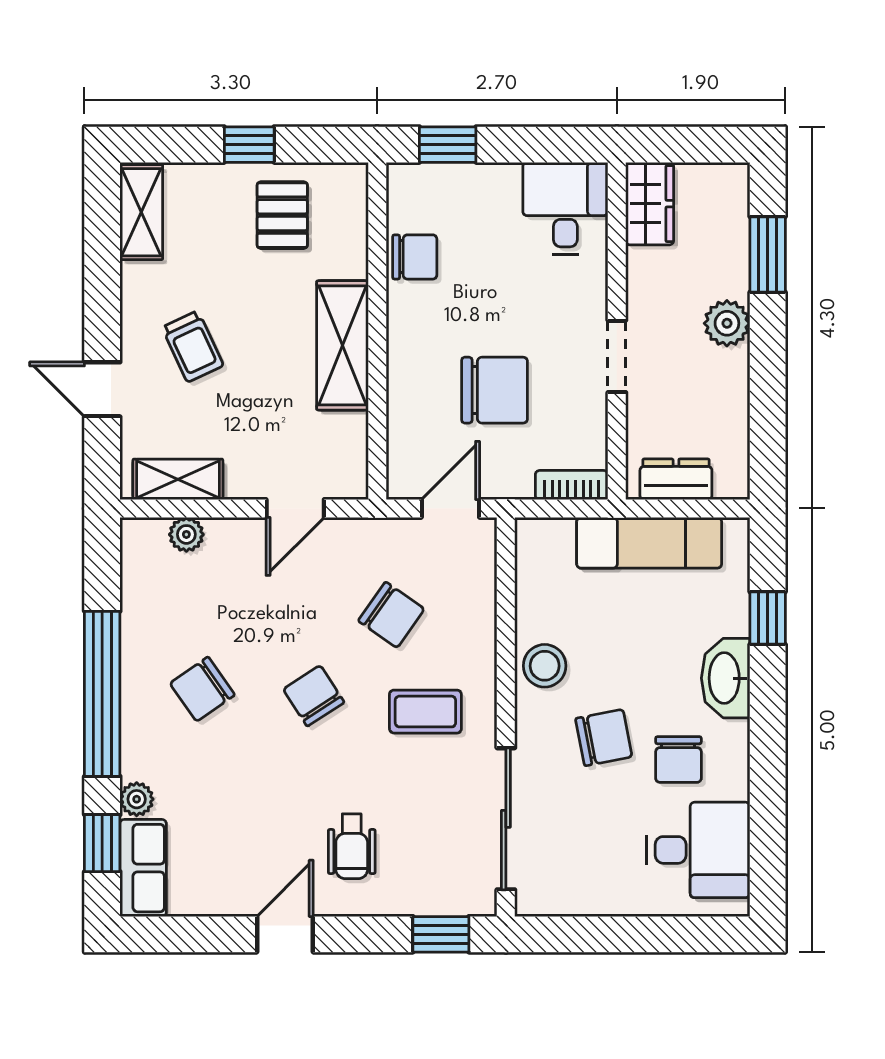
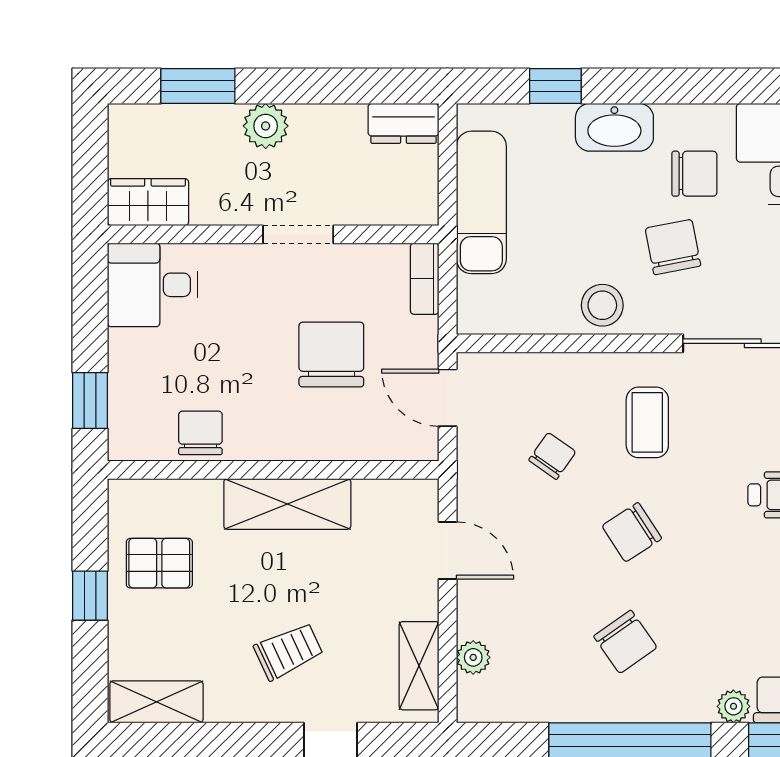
dresser: (676, 479) -> (403, 123), moved, turned -90
chair: (391, 615) -> (552, 456), width x0.73, depth x0.73

